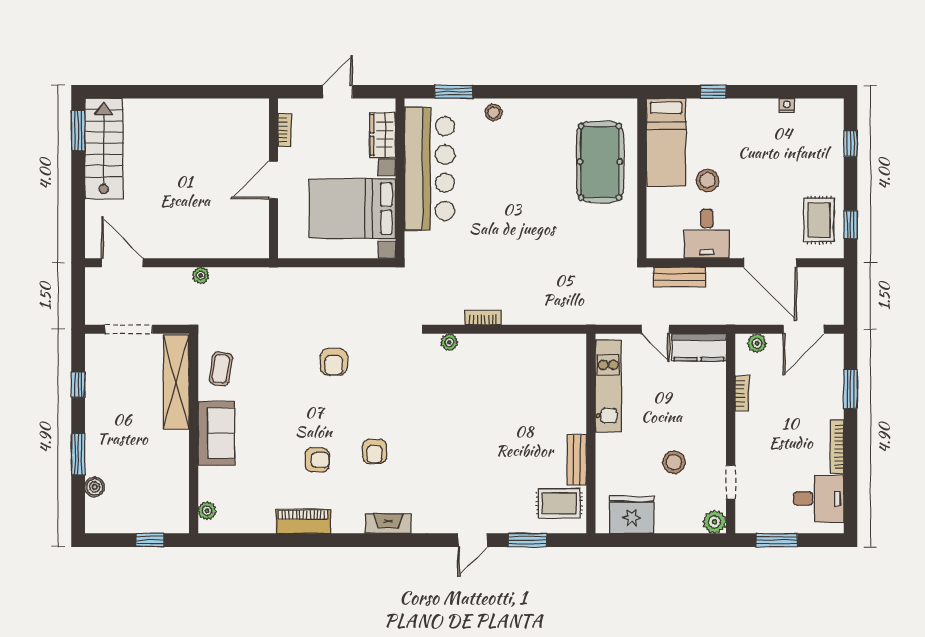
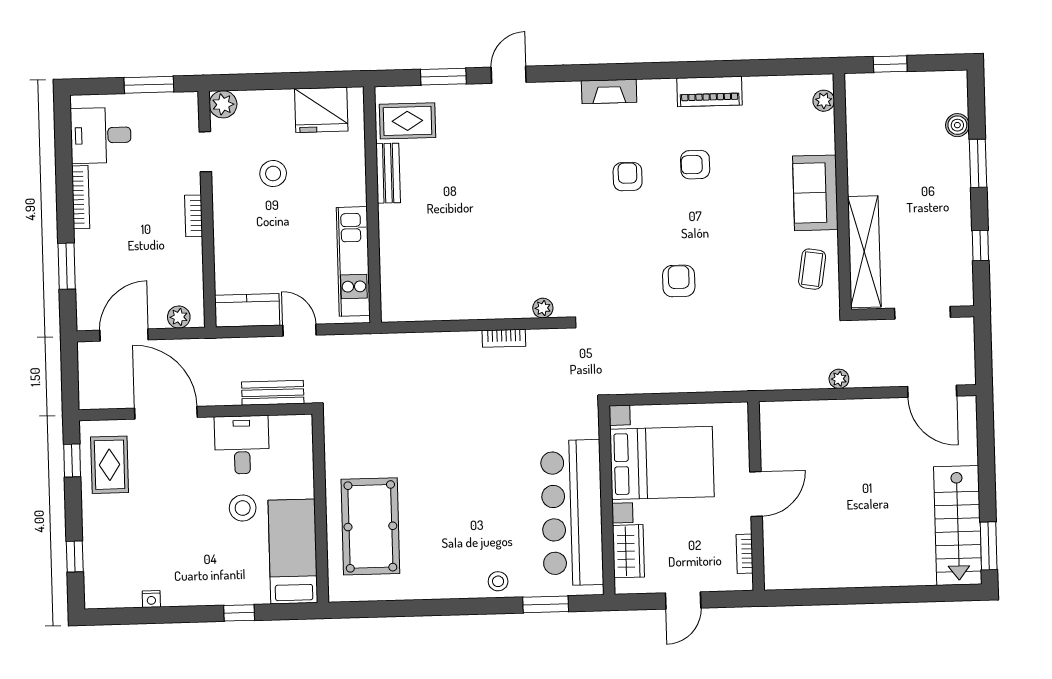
bookcase: (742, 393) -> (194, 216), moved

